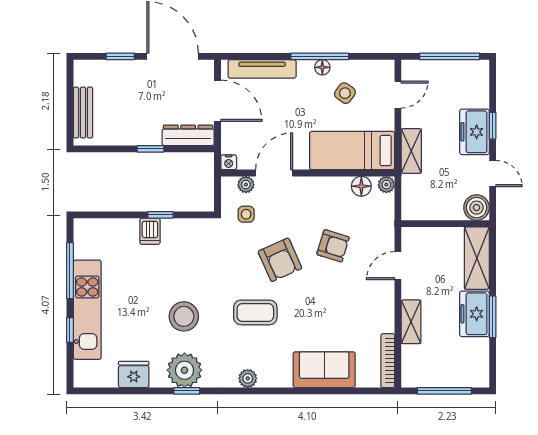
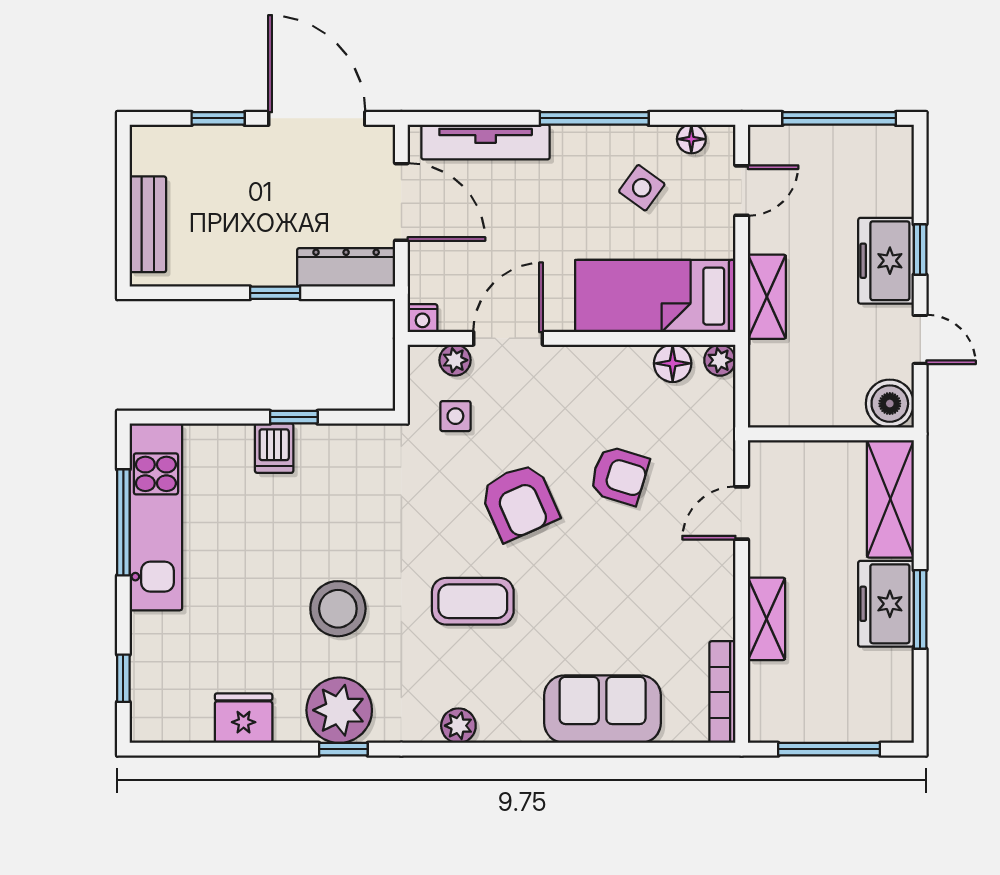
floor lamp: (322, 67) -> (691, 139), moved
kitchen unit: (87, 310) -> (156, 517), moved
window: (70, 330) -> (123, 678), moved

